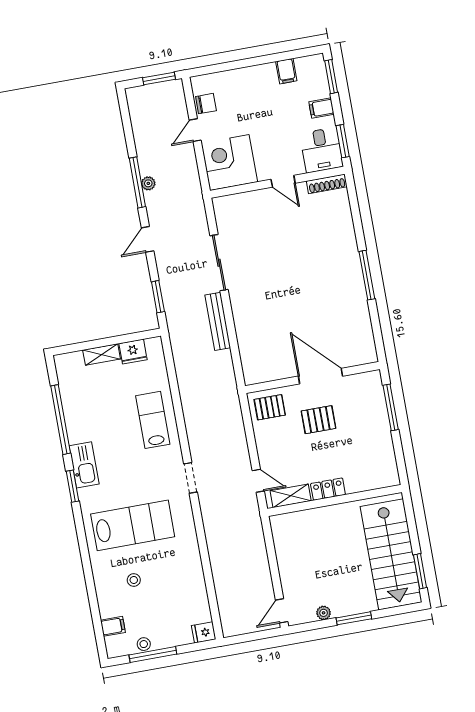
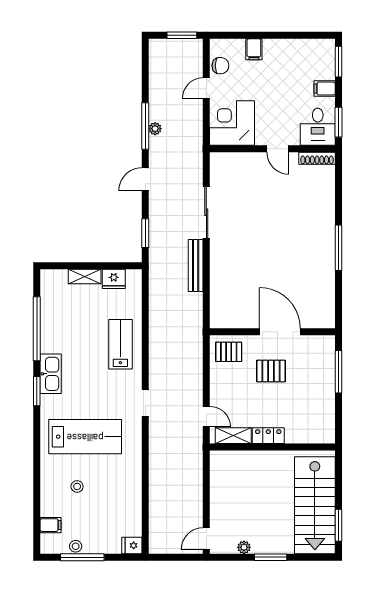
filing cabinet: (286, 71) -> (254, 49), moved

